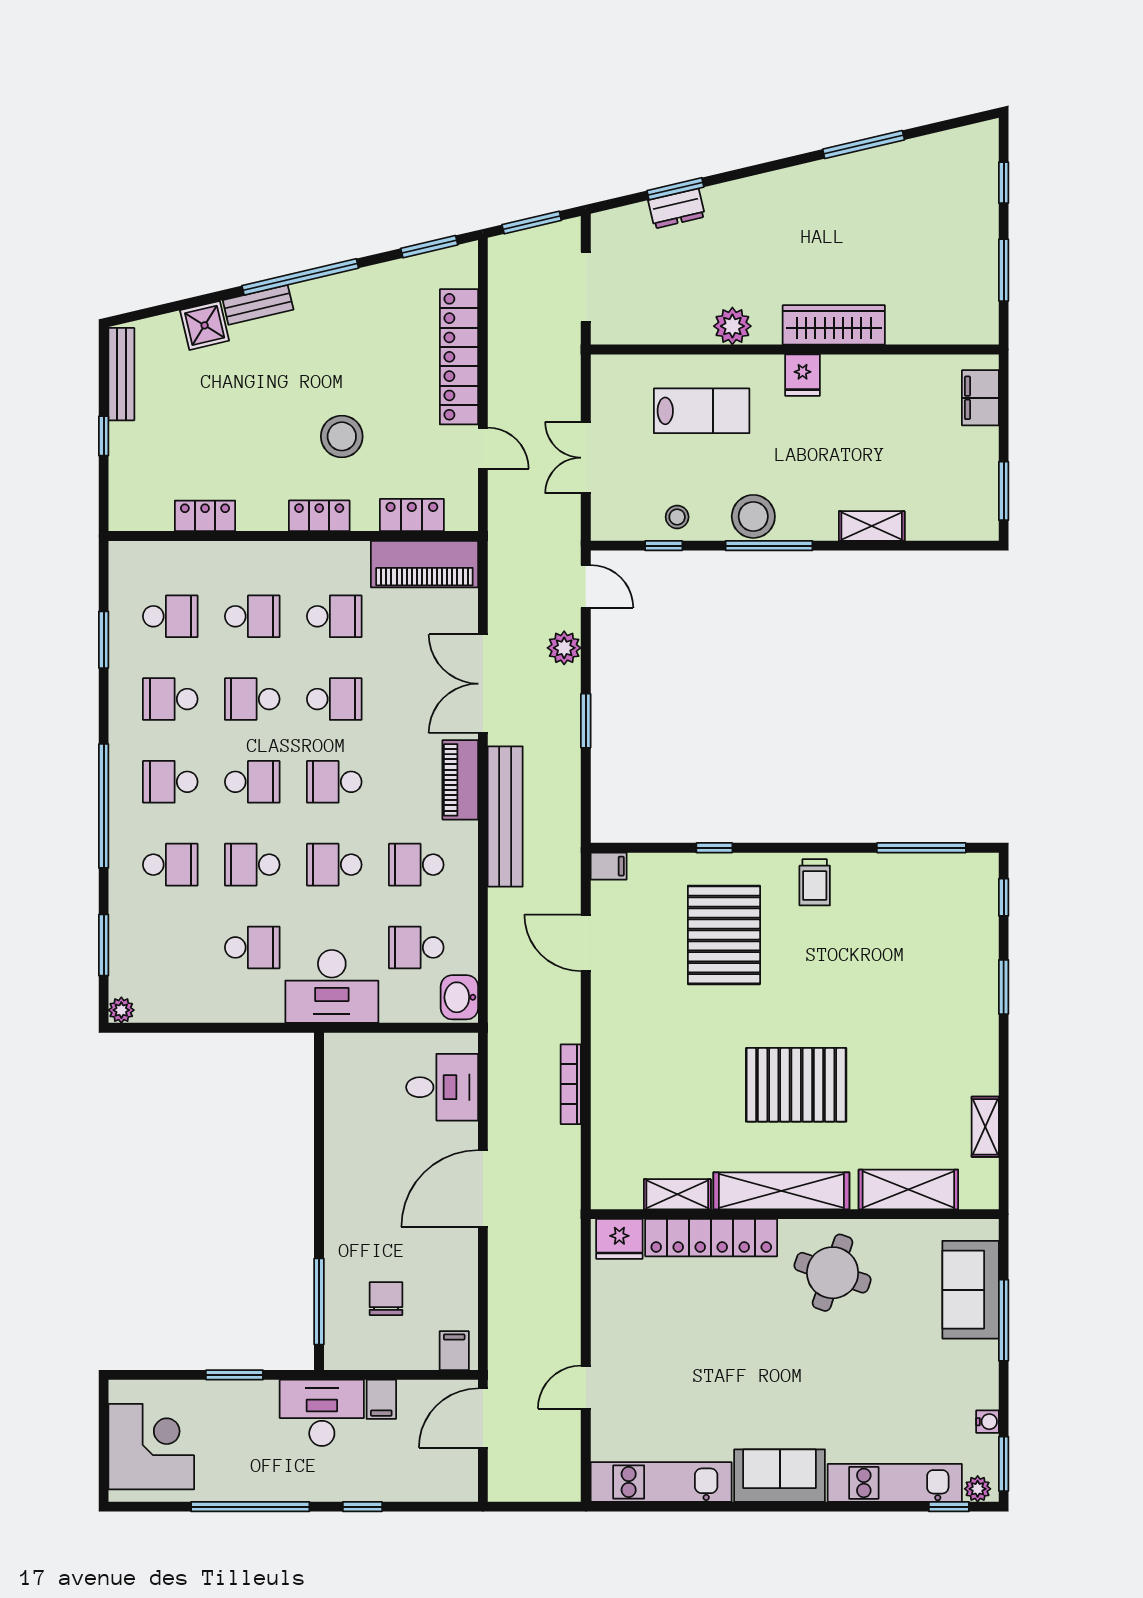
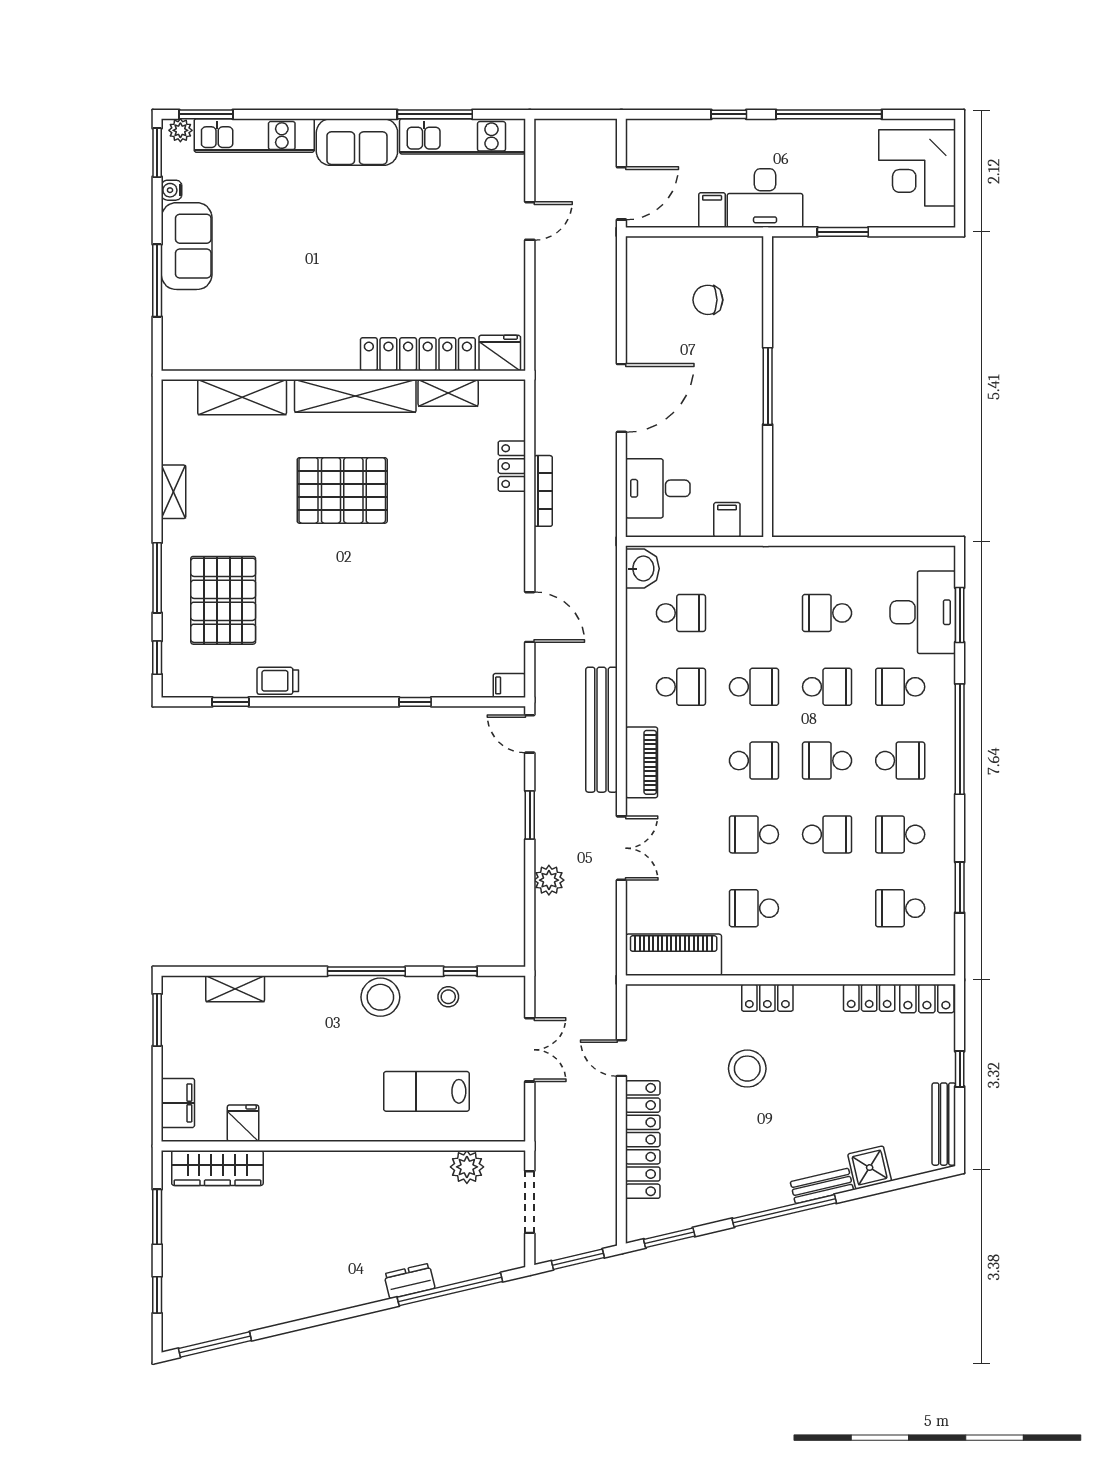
window: (864, 145) -> (215, 1345), moved
window: (675, 189) -> (450, 1289), width x2.11
dresser: (677, 208) -> (409, 1281), moved
wardrobe: (834, 325) -> (217, 1168), moved
plant: (732, 326) -> (467, 1167), moved
fridge: (803, 375) -> (243, 1123), moved
locker: (412, 515) -> (927, 998), moved
shelving: (872, 526) -> (235, 989), moved
door: (586, 586) -> (530, 734), moved
school desk: (252, 616) -> (827, 908), removed
double door: (483, 684) -> (621, 848), width x0.73
school desk: (170, 699) -> (900, 834), turned 180
window: (921, 848) -> (231, 702), width x0.46
trolley: (815, 882) -> (278, 681), moved, turned -90
pallet: (724, 935) -> (223, 600), moved
desk: (332, 986) -> (923, 612), moved, turned 90
window: (1004, 987) -> (157, 578), width x1.44
plant: (121, 1010) -> (944, 557), removed
locker: (606, 1112) -> (512, 466), added
shelving: (985, 1127) -> (174, 492), moved
round table: (833, 1273) -> (310, 323), removed
sofa: (971, 1290) -> (187, 246), moved
chair: (386, 1299) -> (708, 300), turned 90
window: (319, 1301) -> (768, 386), moved
filing cabinet: (454, 1351) -> (727, 520), moved, turned 180
window: (692, 1507) -> (435, 114), added
window: (949, 1507) -> (206, 114), width x1.50

